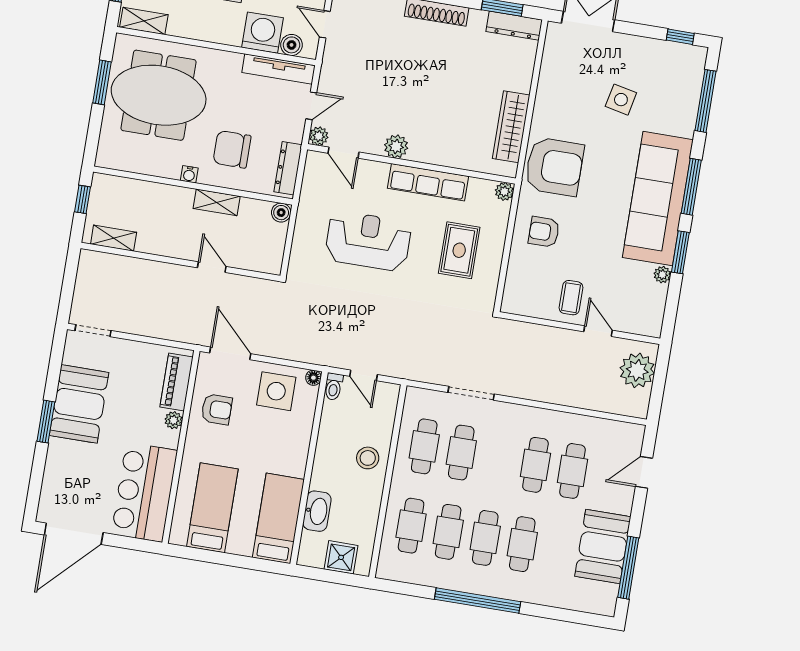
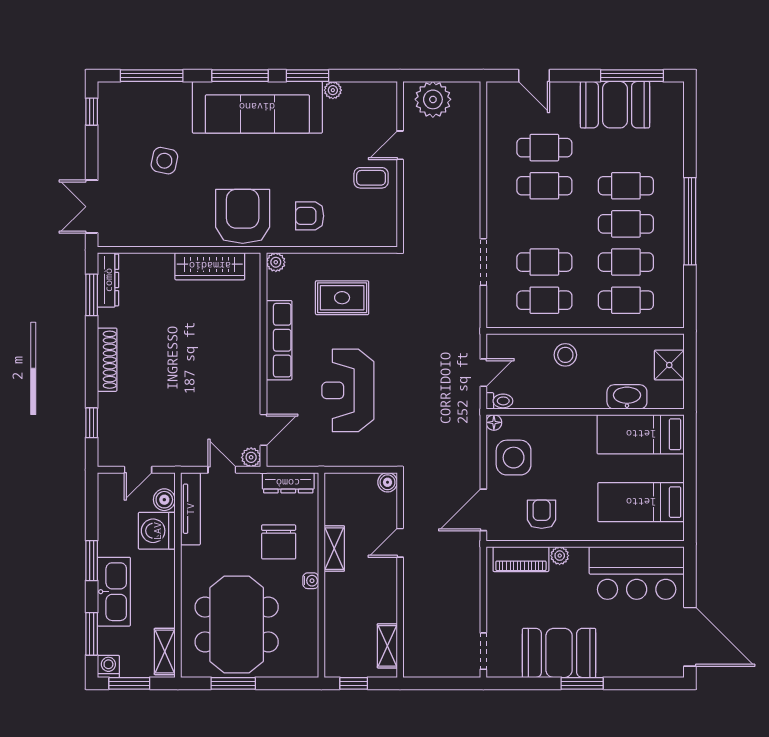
plant: (396, 146) -> (249, 378), removed
boiler: (281, 213) -> (388, 482), moved
armchair: (544, 232) -> (310, 216), turned 90

